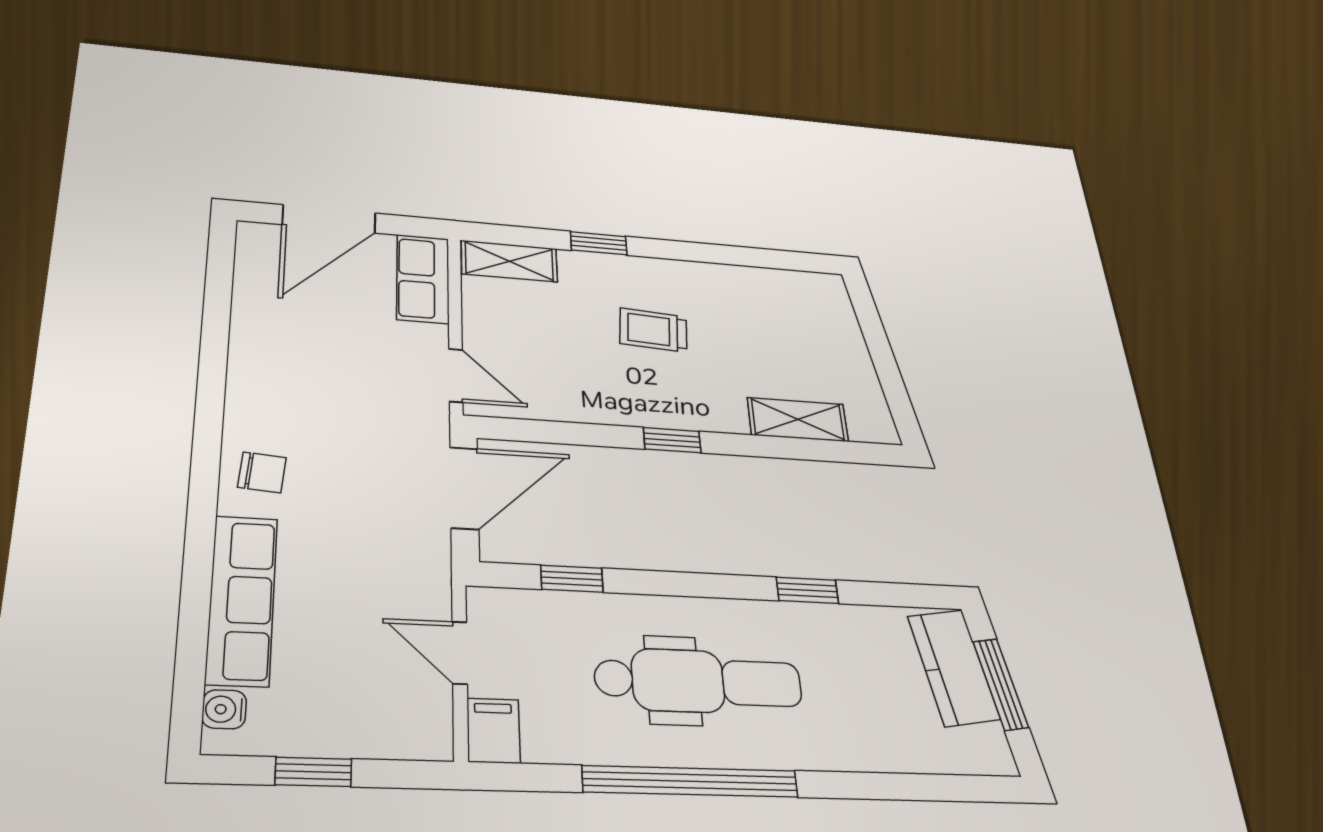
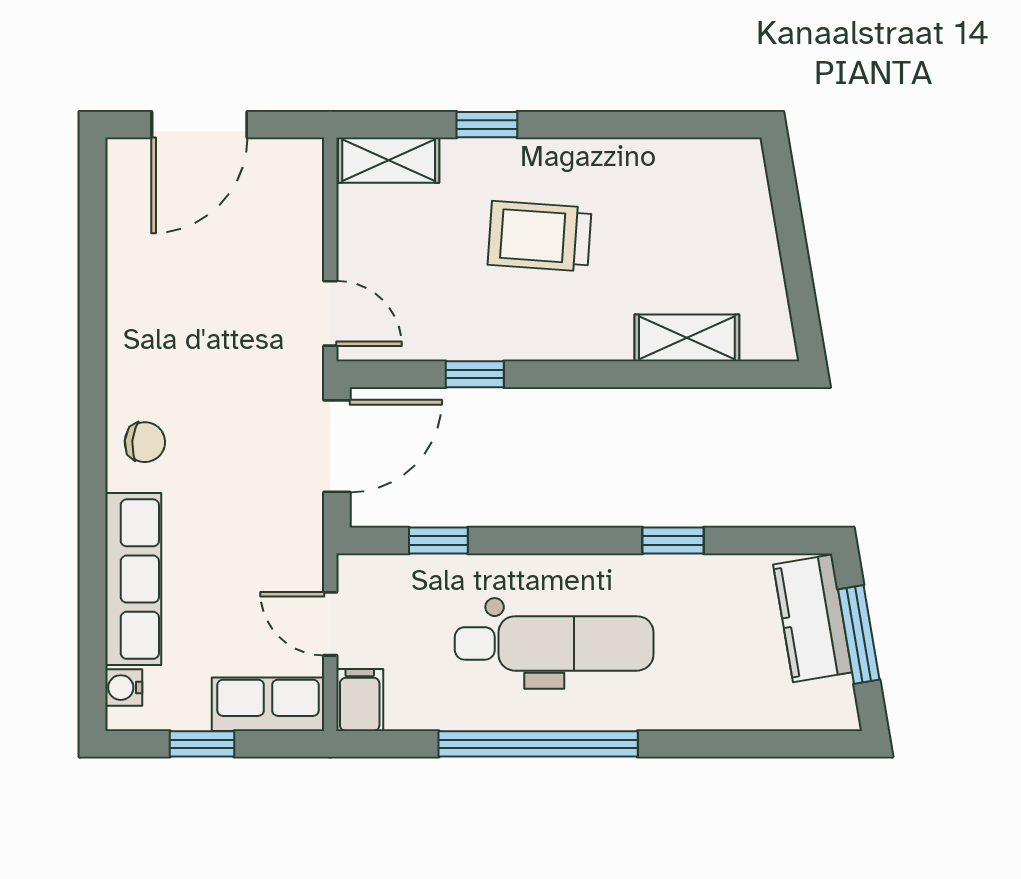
row of seats: (423, 279) -> (268, 704), moved, turned 90
trolley: (653, 330) -> (540, 236), width x1.36, depth x1.39
window: (672, 440) -> (475, 374), moved

